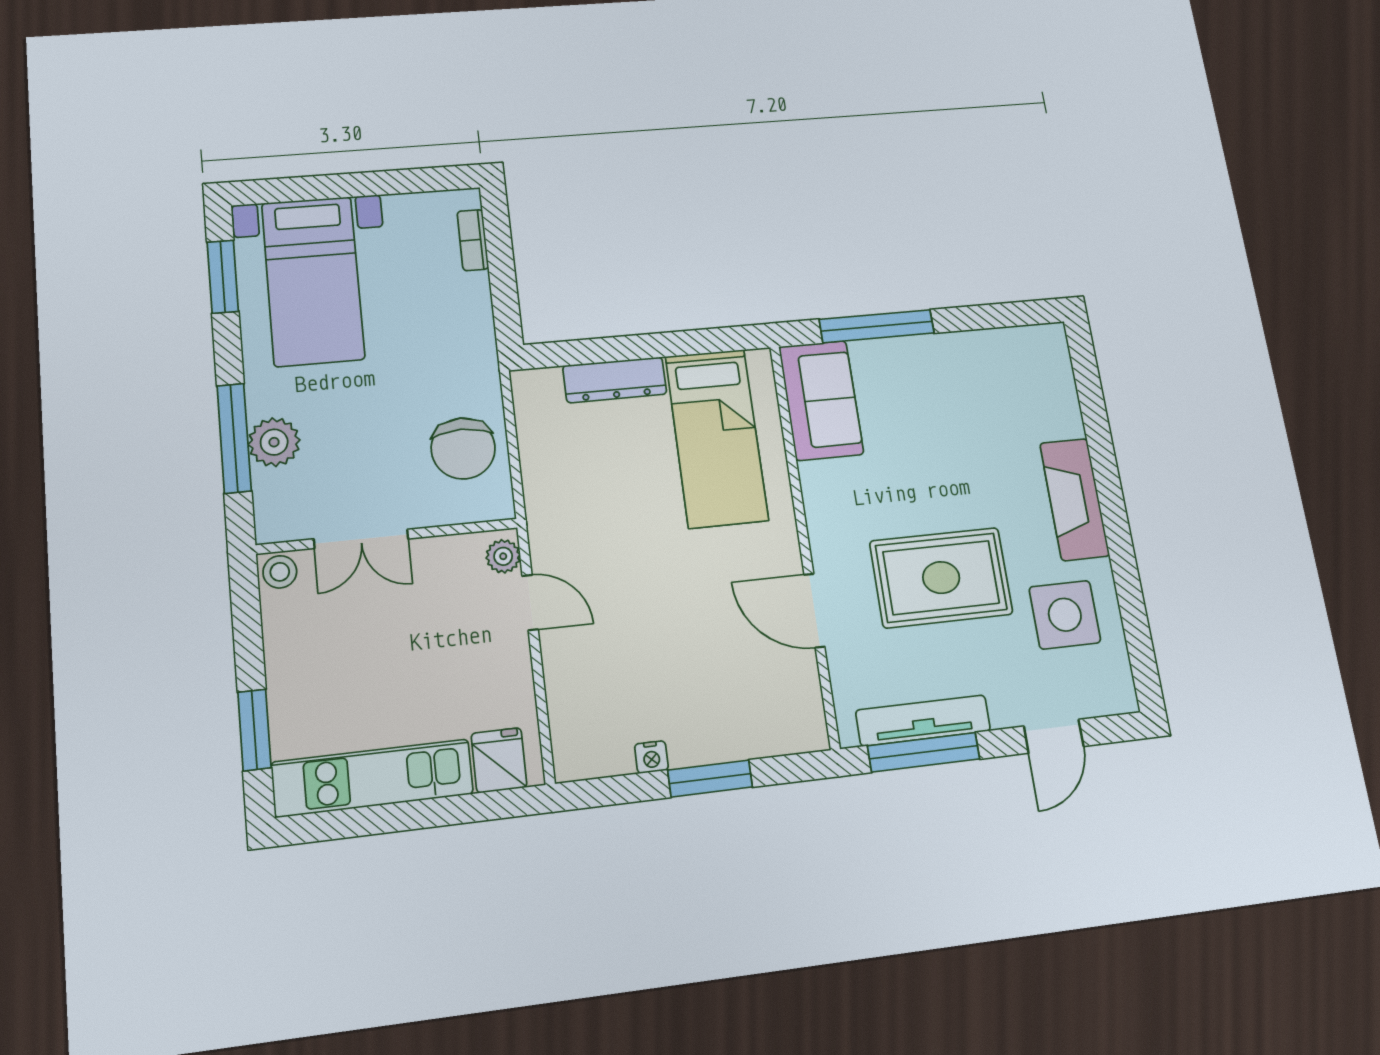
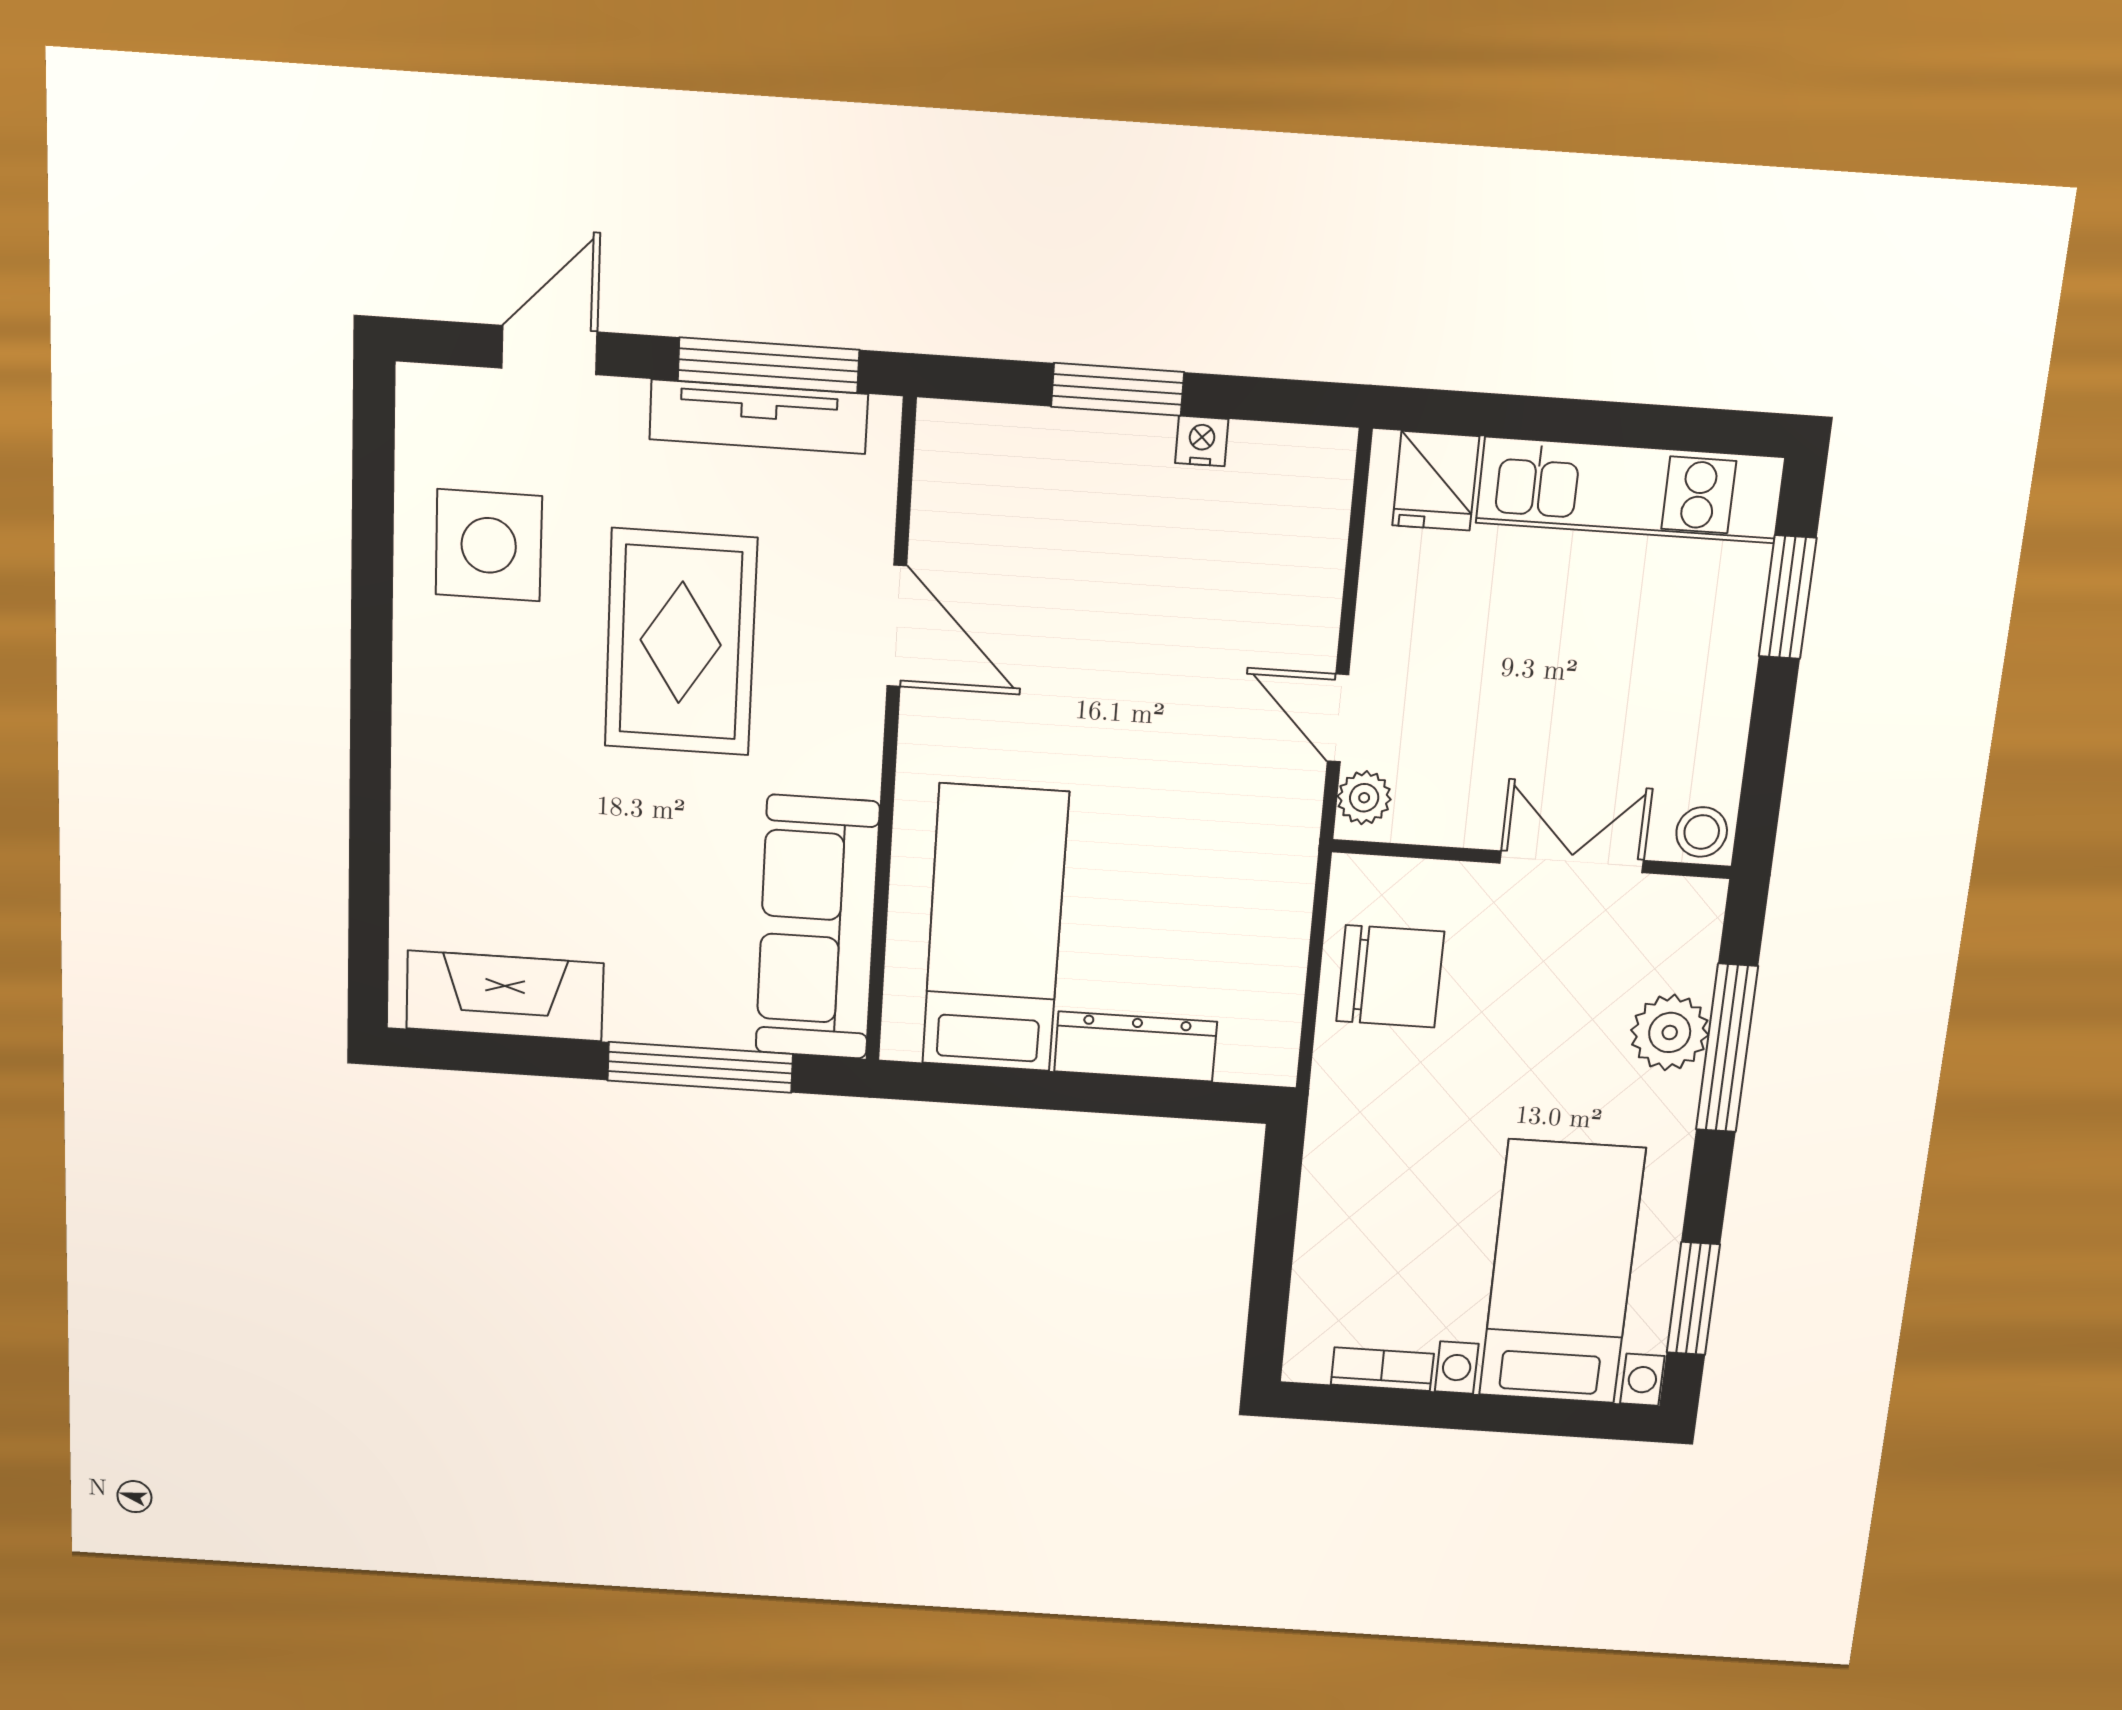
bookcase: (473, 240) -> (1382, 1369), moved, turned -90
sofa: (821, 400) -> (817, 928), width x1.36
chair: (463, 448) -> (1390, 976), turned 90
fireplace: (1074, 499) -> (505, 996), moved, turned -90
rug: (941, 578) -> (681, 642), turned 90

